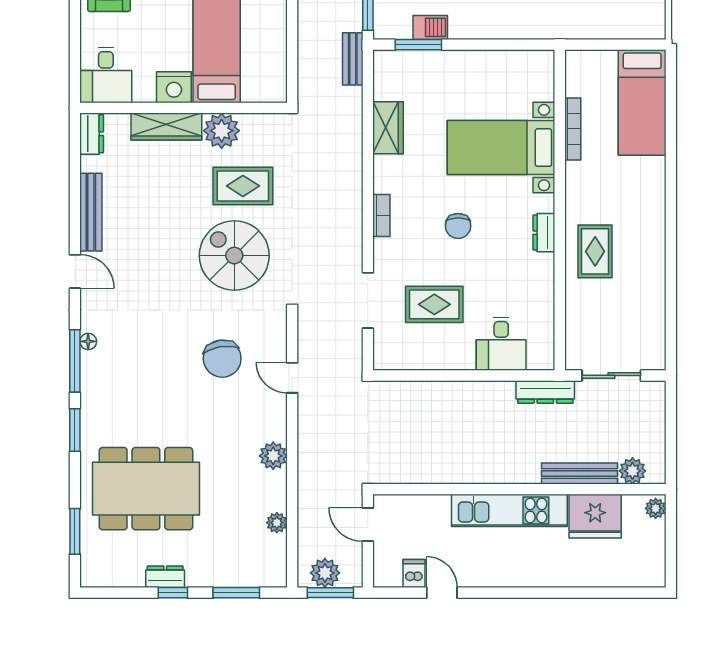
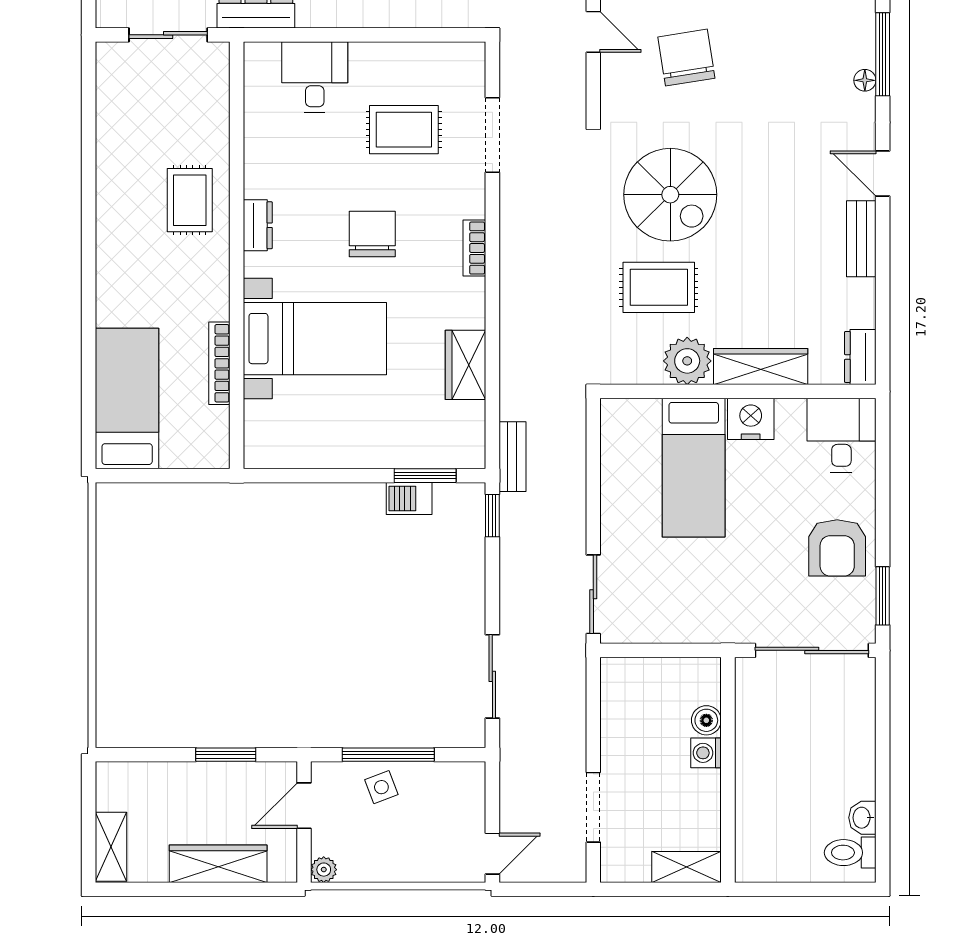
bench: (91, 212) -> (861, 239), width x0.73
chair: (458, 226) -> (372, 234), width x1.37, depth x1.37

